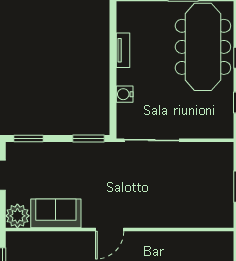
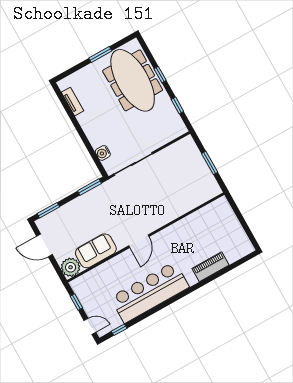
tv unit: (123, 50) -> (73, 102), moved
water cooler: (125, 94) -> (103, 153), moved

